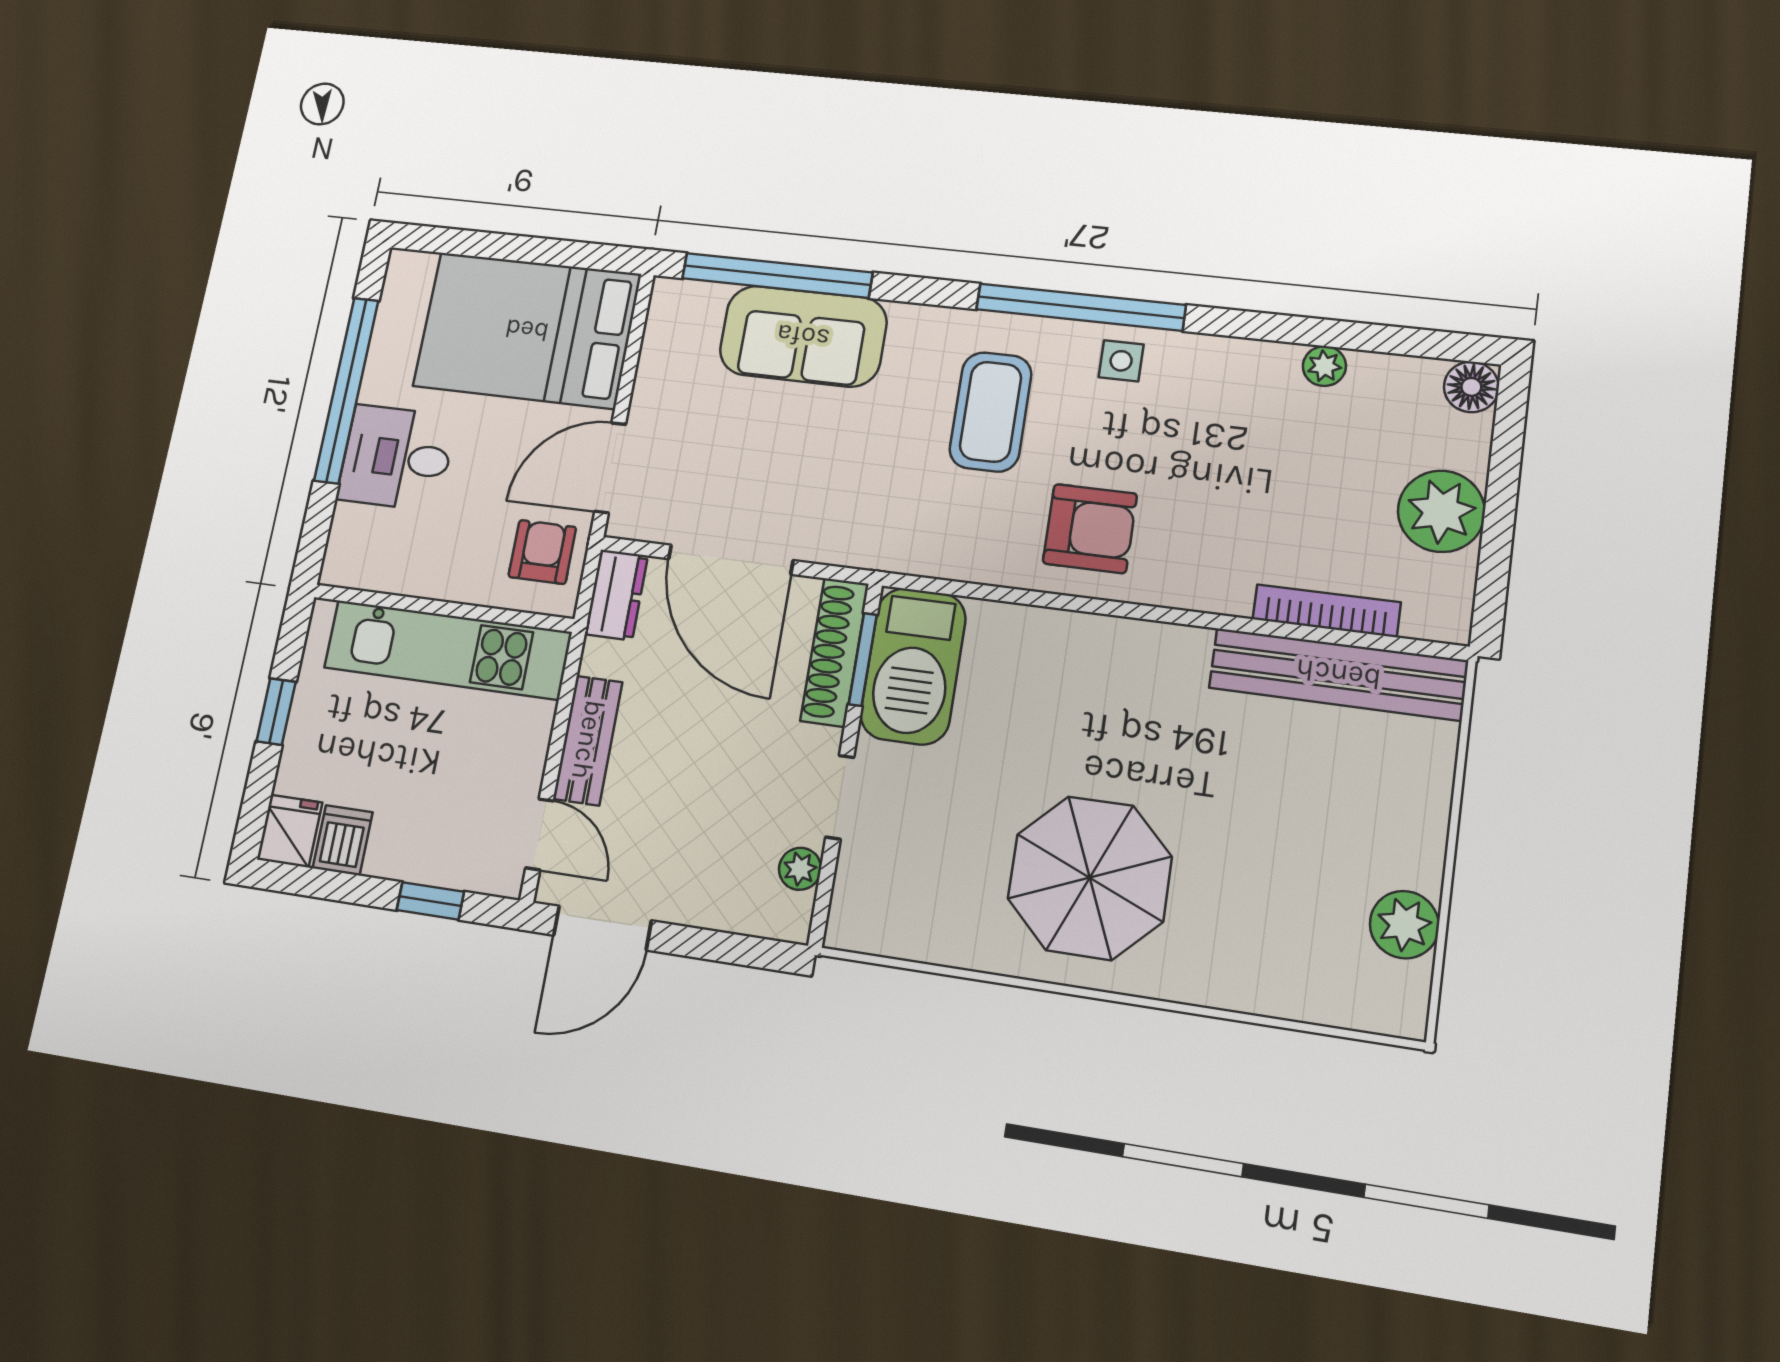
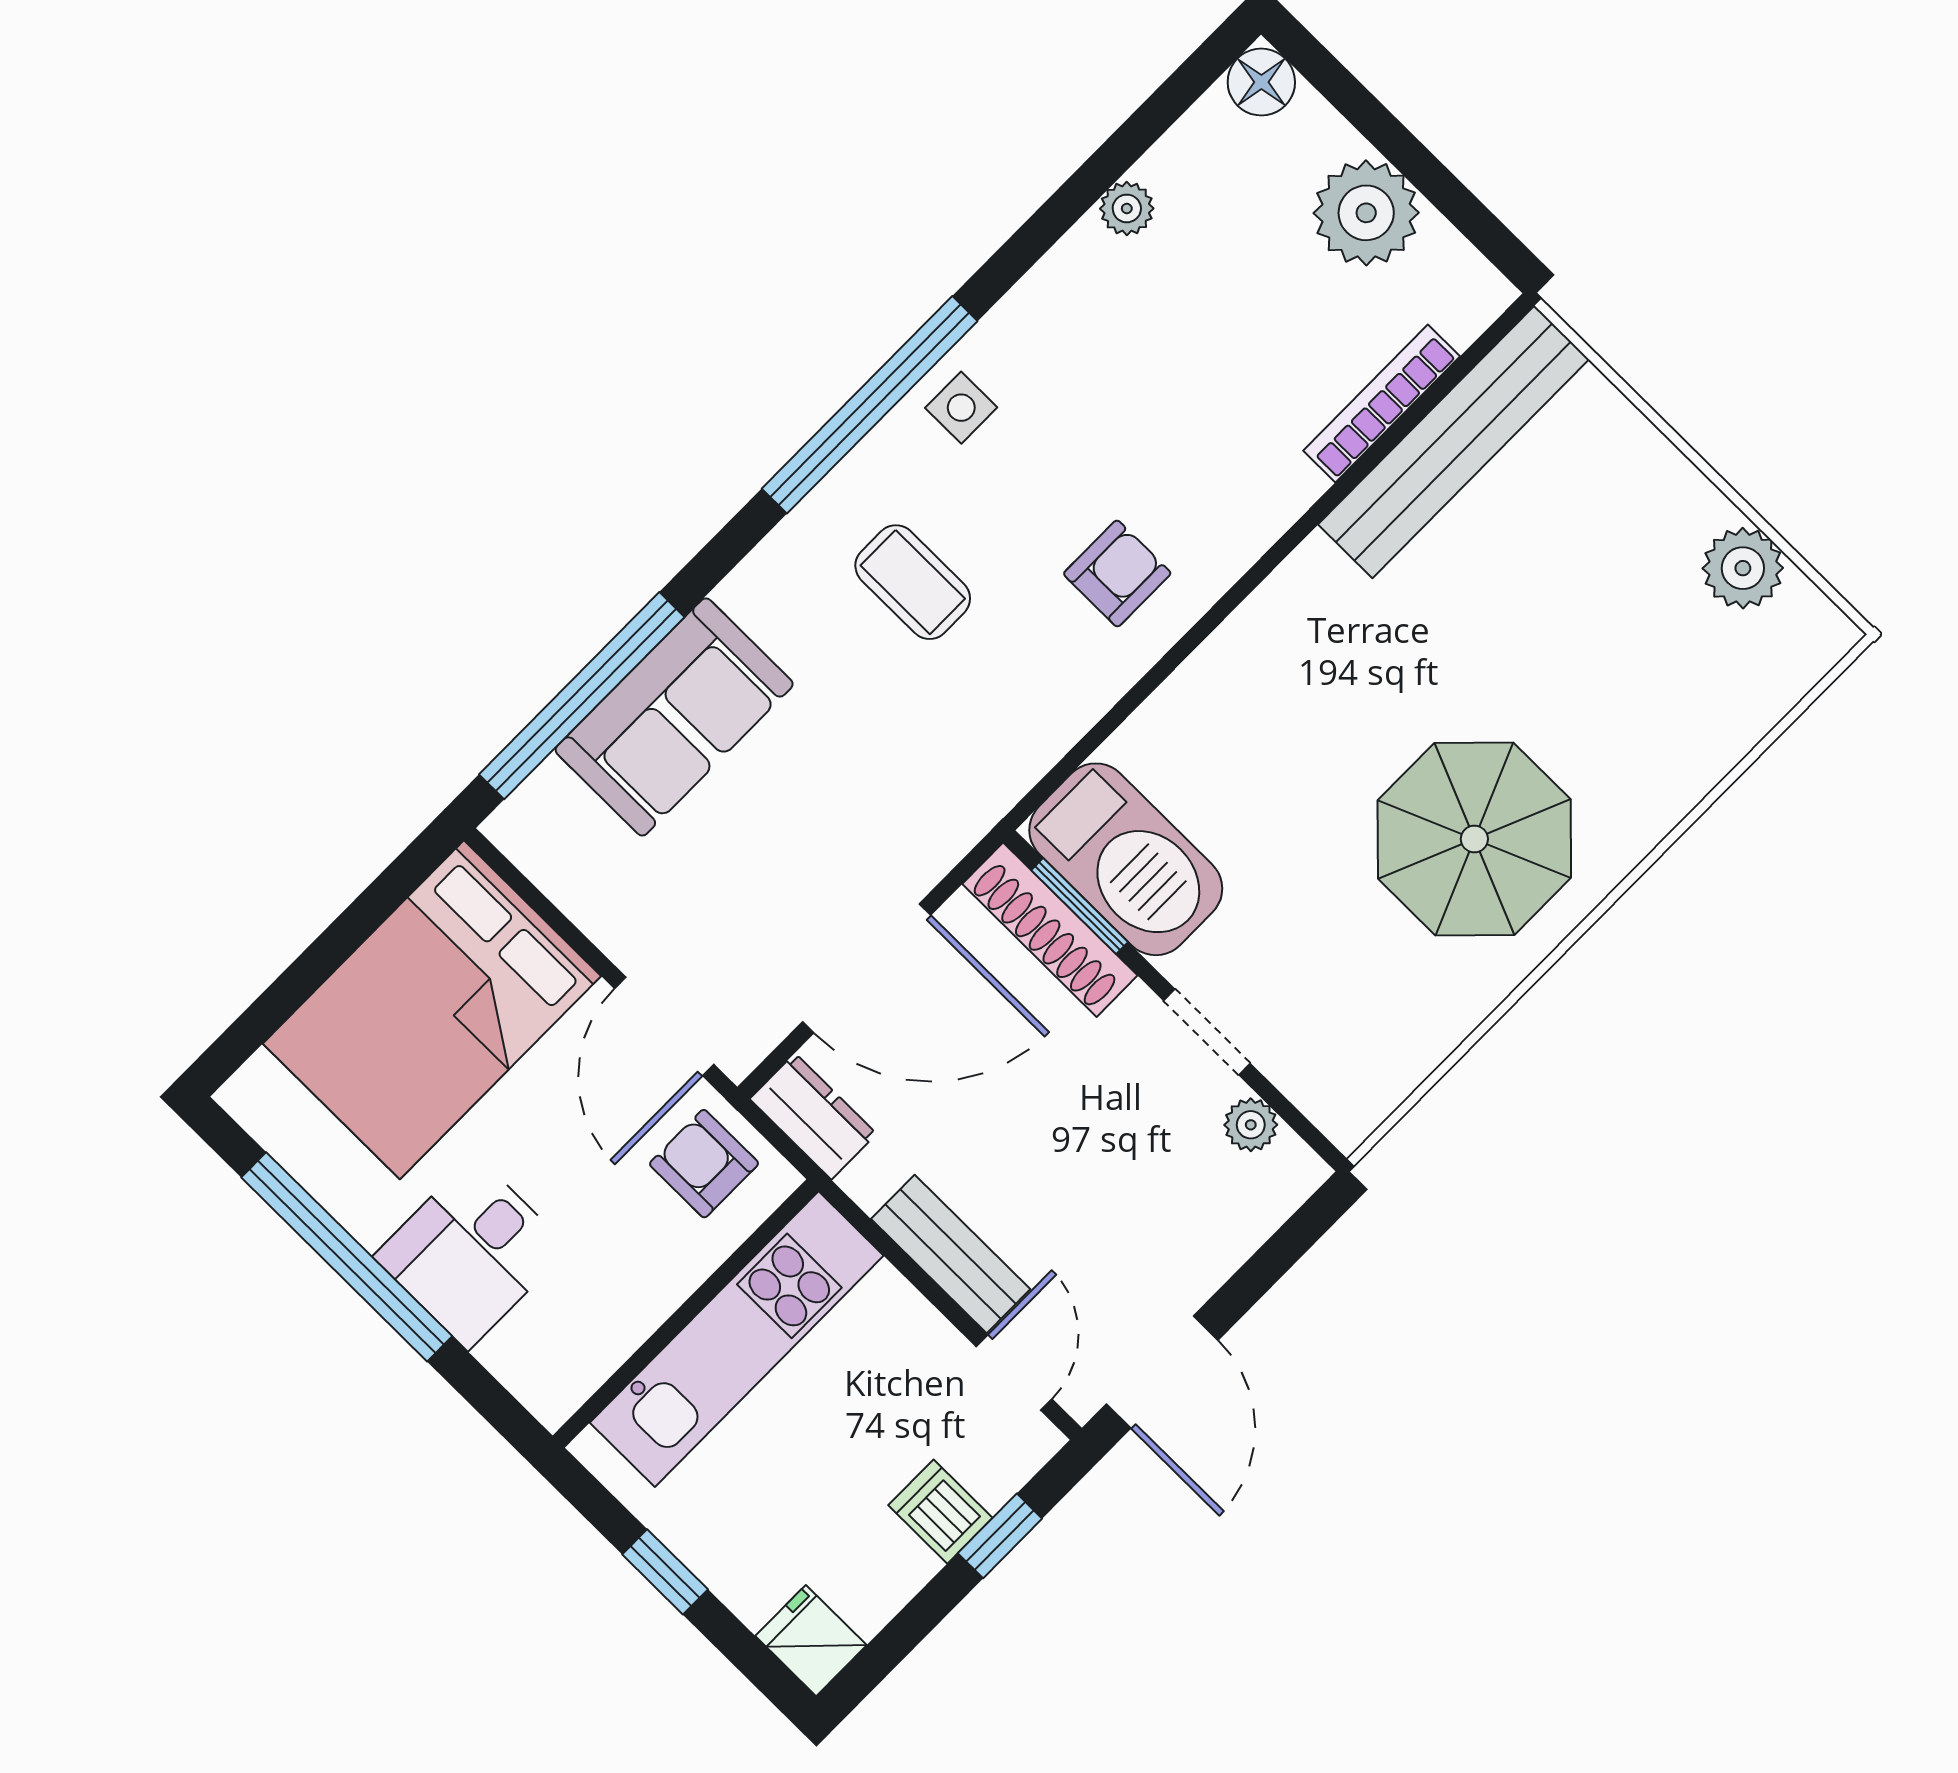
coffee table: (991, 412) -> (913, 582), width x0.73, depth x0.77
armchair: (1090, 529) -> (1117, 573), width x0.72, depth x0.72
door: (539, 834) -> (1014, 1373), hinge flipped
dishwasher: (343, 840) -> (940, 1512), moved

